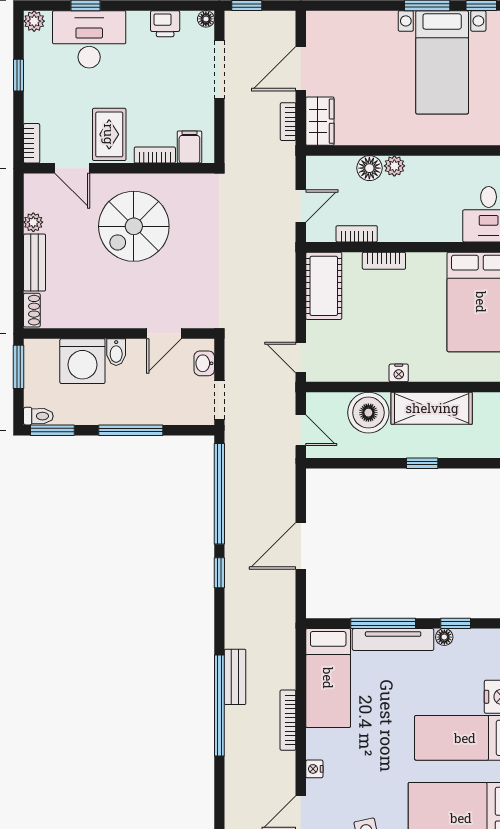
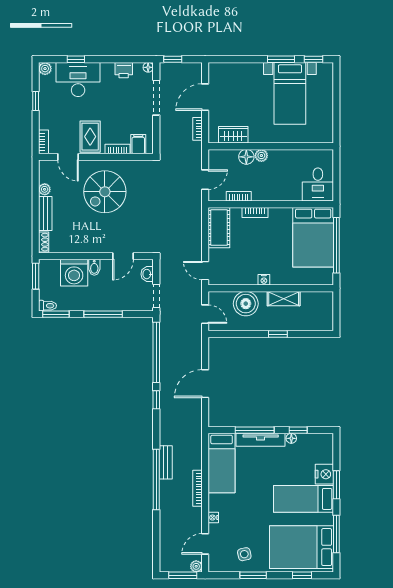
wardrobe: (320, 121) -> (233, 135), moved, turned -90
shelving: (432, 408) -> (284, 299), width x0.67, depth x0.75

